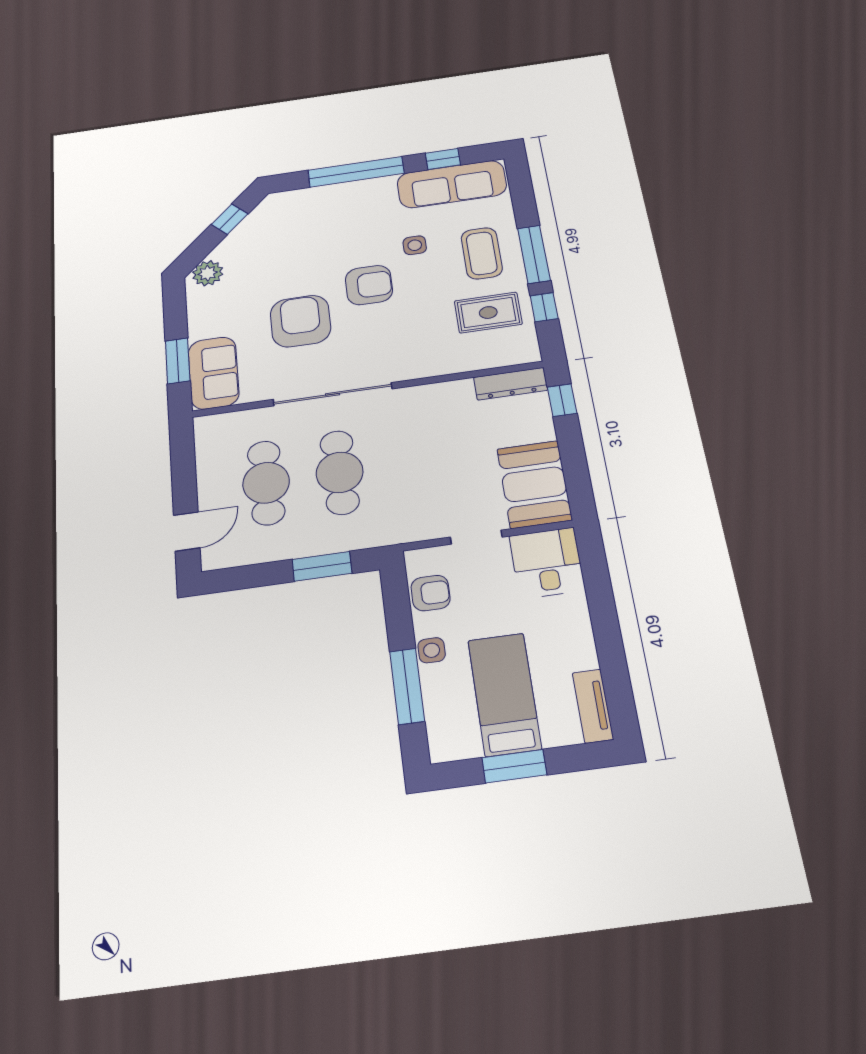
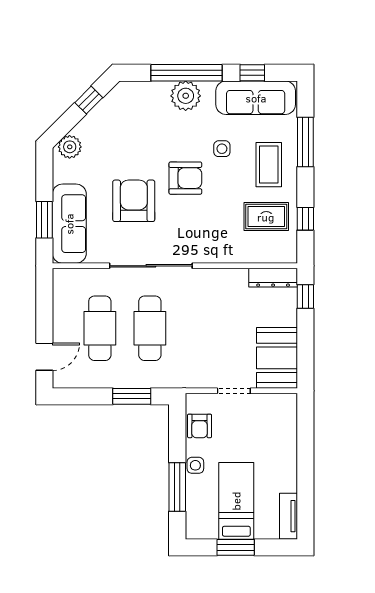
plant: (358, 196) -> (186, 96), added
window: (534, 254) -> (305, 142), moved
sofa: (214, 373) -> (69, 224), width x1.36
desk: (547, 563) -> (276, 416), removed
armchair: (431, 593) -> (200, 426), turned 90

